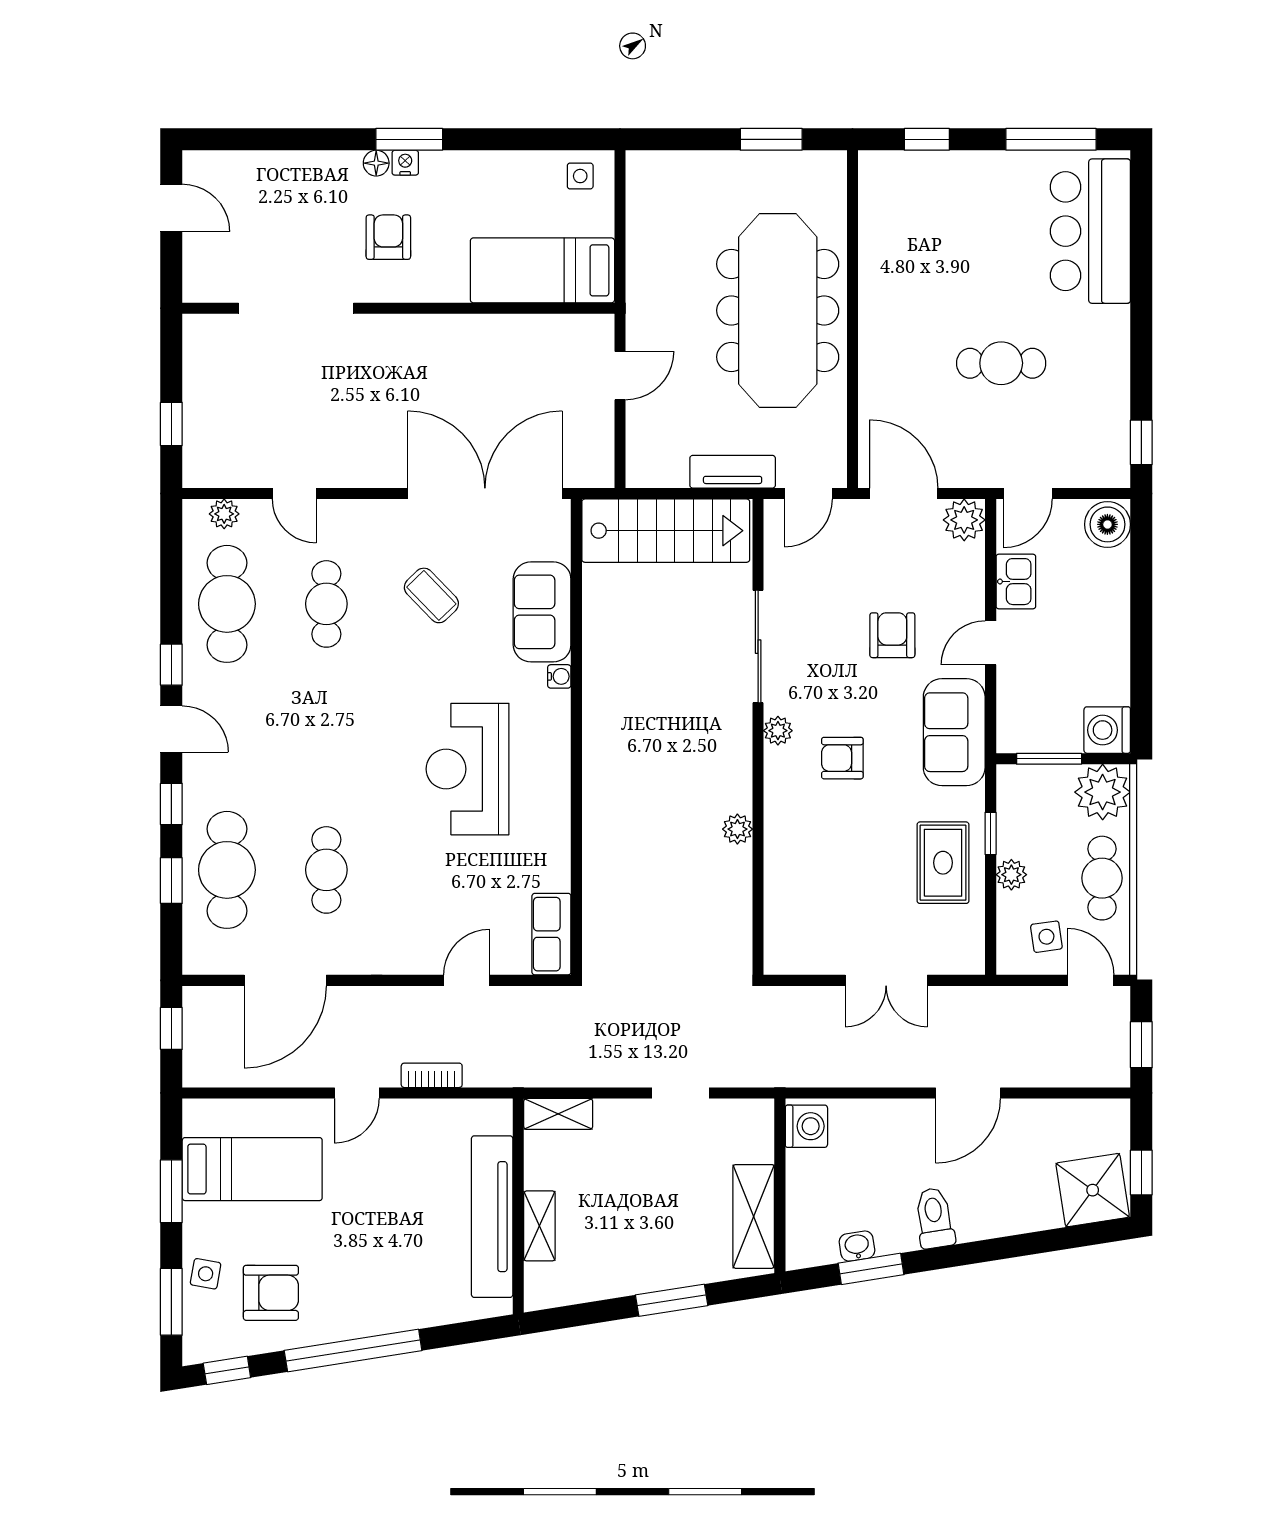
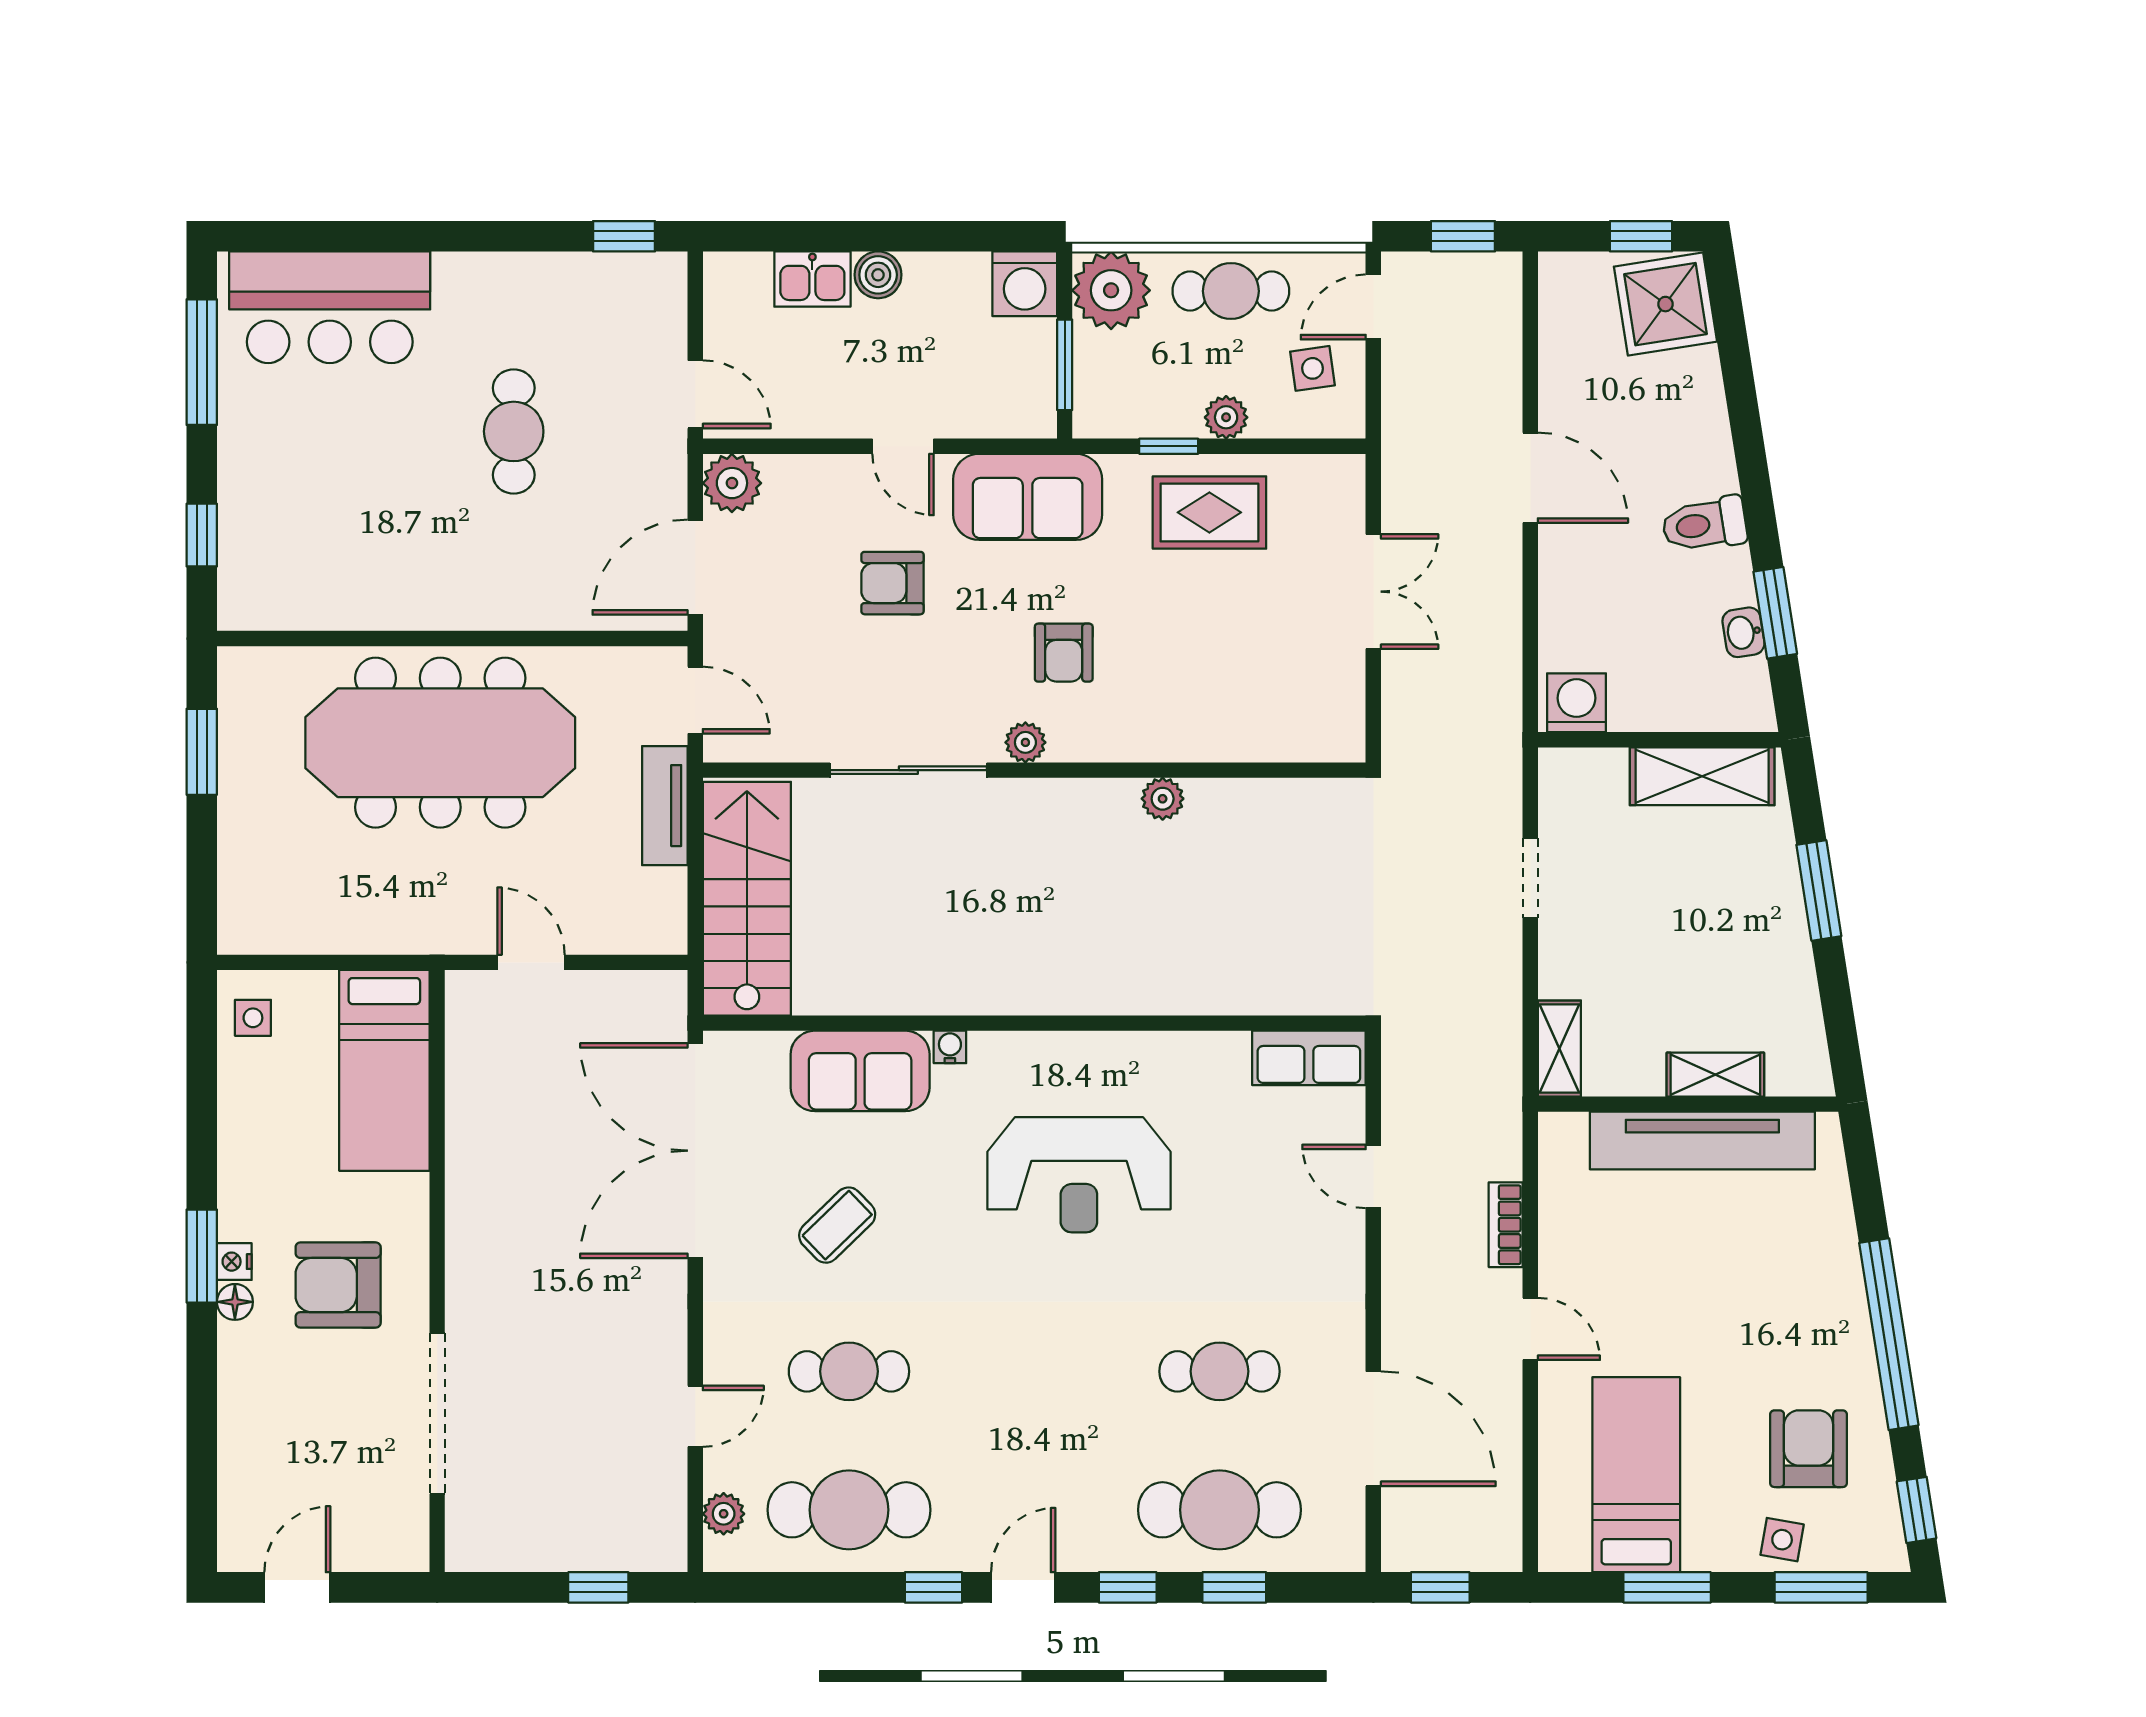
armchair: (388, 237) -> (338, 1285), width x1.38, depth x1.38
boiler: (1107, 524) -> (878, 275), moved, width x0.73, depth x0.73
kitchen sink: (1016, 582) -> (812, 279), moved, turned 180

